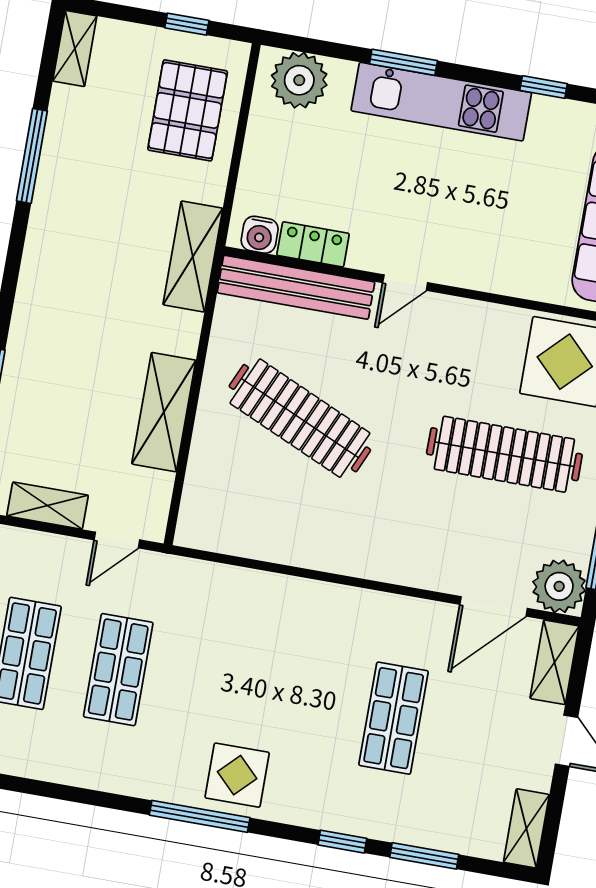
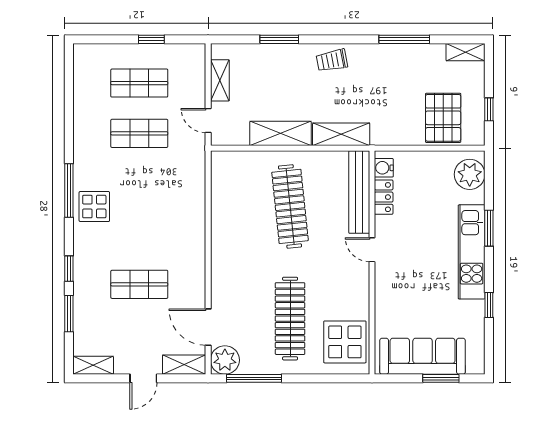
pallet: (188, 110) -> (443, 118), turned 90
shelving: (193, 256) -> (341, 134), moved
trolley: (47, 295) -> (332, 60), added
clothes rail: (300, 418) -> (290, 206), turned -30

